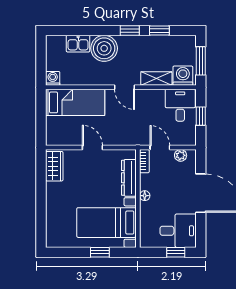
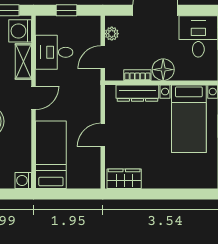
desk: (180, 105) -> (54, 52), moved
bookcase: (144, 161) -> (137, 75), moved
floor lamp: (145, 196) -> (163, 70), width x1.89, depth x1.89

